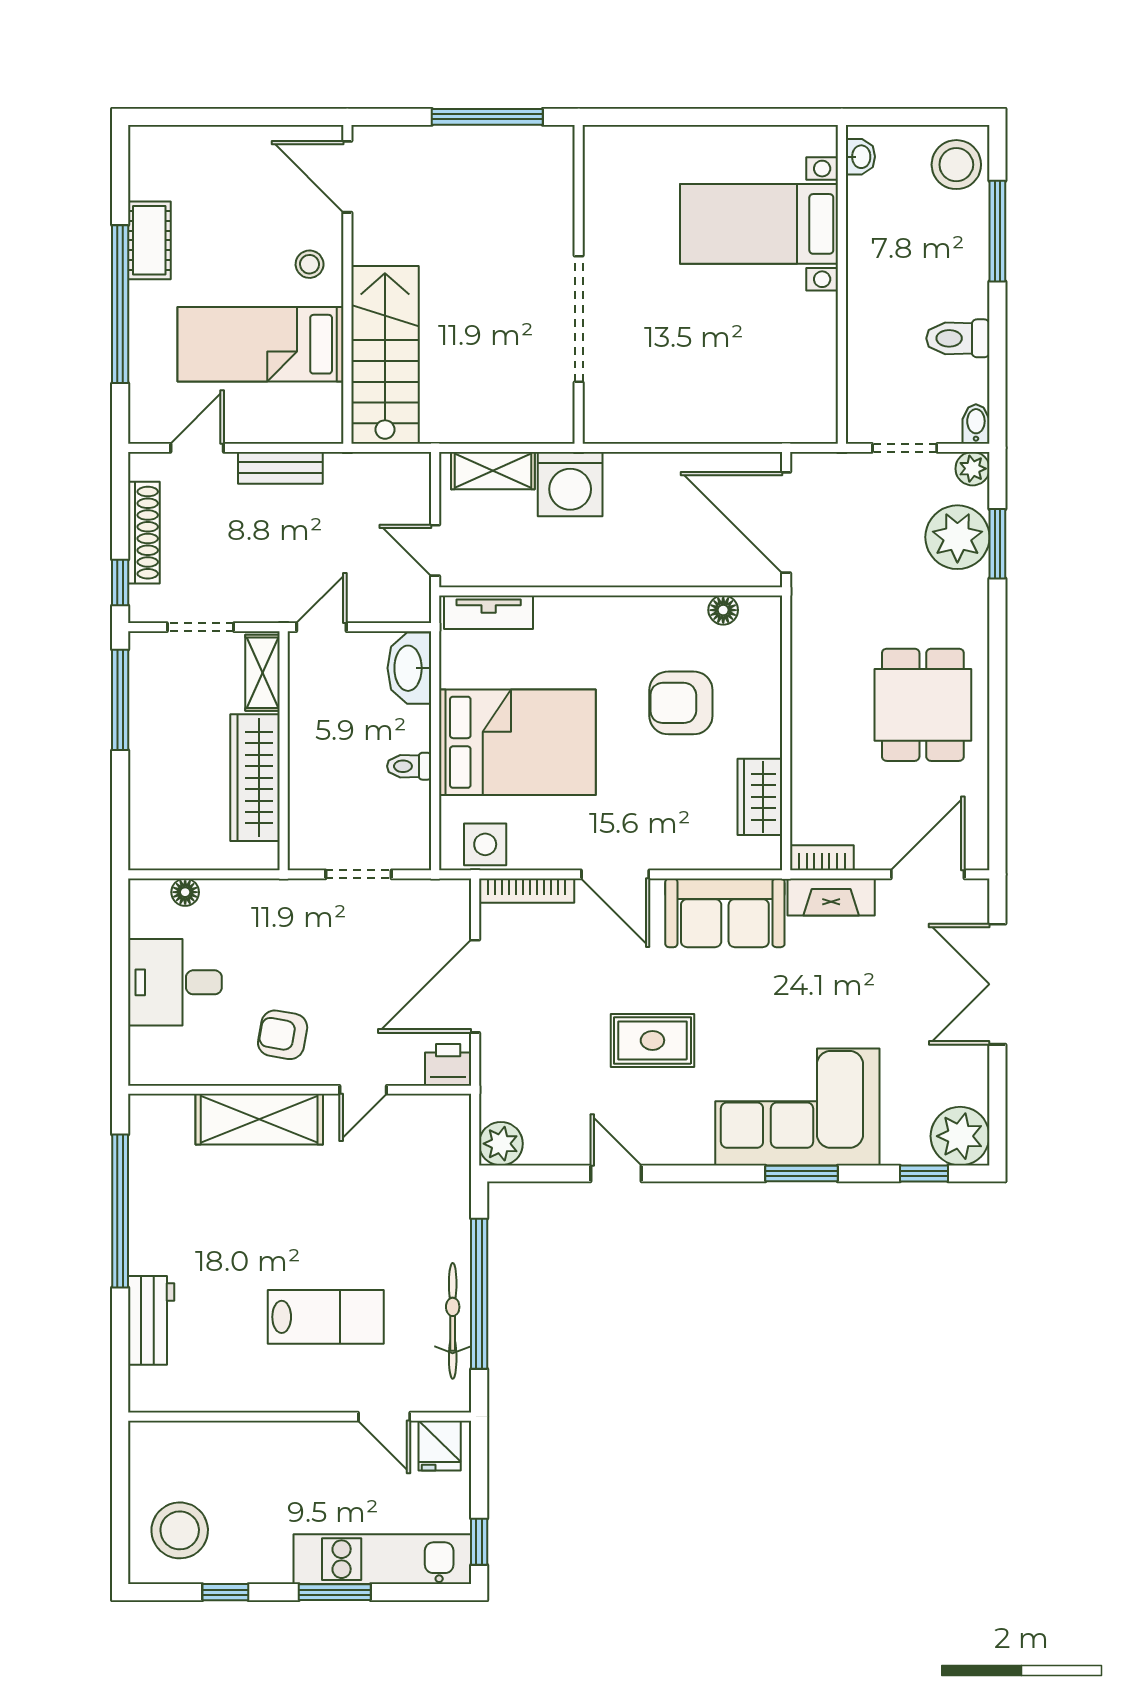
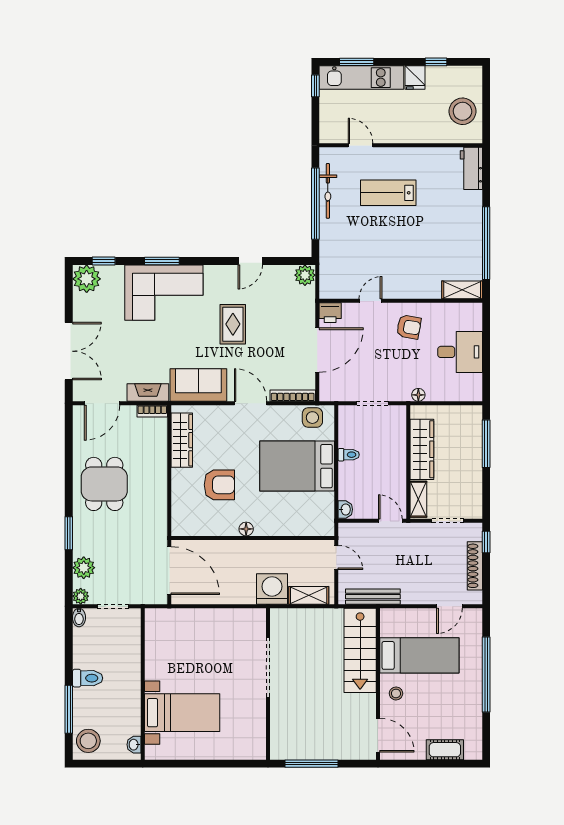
cot: (149, 240) -> (445, 750), moved, turned 90
toilet: (958, 338) -> (88, 678), moved
bench: (280, 468) -> (373, 597), moved, width x1.36
plant: (957, 537) -> (84, 568), width x0.73, depth x0.73
window: (997, 544) -> (69, 533), moved
floor lamp: (723, 610) -> (246, 529), moved
tv unit: (489, 612) -> (311, 528), removed
door: (321, 627) -> (390, 521), swing flipped
washbasin: (409, 668) -> (345, 509), width x0.52, depth x0.69
window: (120, 700) -> (486, 444), moved
wardrobe: (760, 797) -> (182, 440), width x1.50
floor lamp: (185, 892) -> (418, 395), moved
rug: (652, 1040) -> (233, 324), turned 90
shelving: (259, 1119) -> (462, 290), moved, width x0.67, depth x0.75
door: (616, 1173) -> (250, 261), hinge flipped
workbench: (151, 1320) -> (471, 168), moved
fridge: (440, 1446) -> (415, 78), moved, turned 180
stool: (180, 1530) -> (463, 111), moved
window: (335, 1592) -> (357, 62), moved

